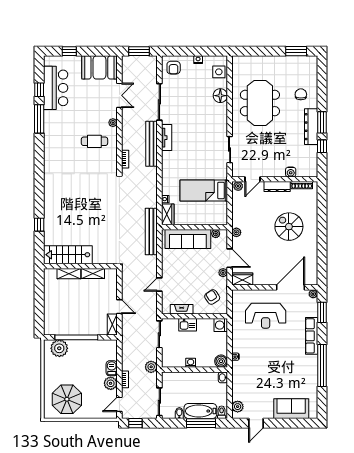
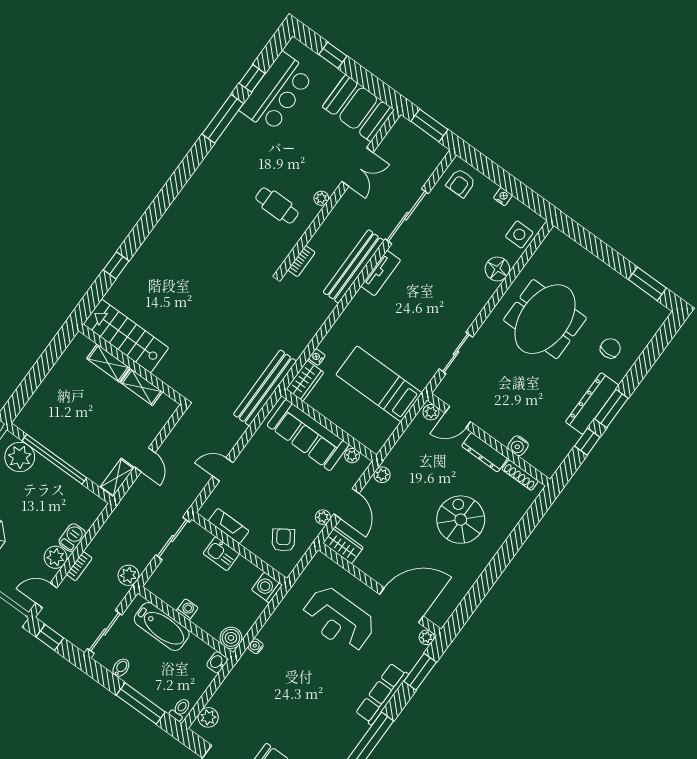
bathtub: (200, 411) -> (162, 627), moved, turned 180

